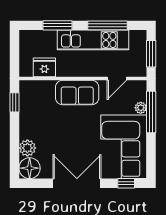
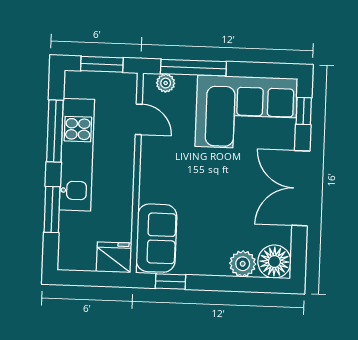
fridge: (44, 67) -> (114, 257), moved, turned 90
sofa: (77, 92) -> (156, 238), moved
plant: (141, 108) -> (166, 83), moved

